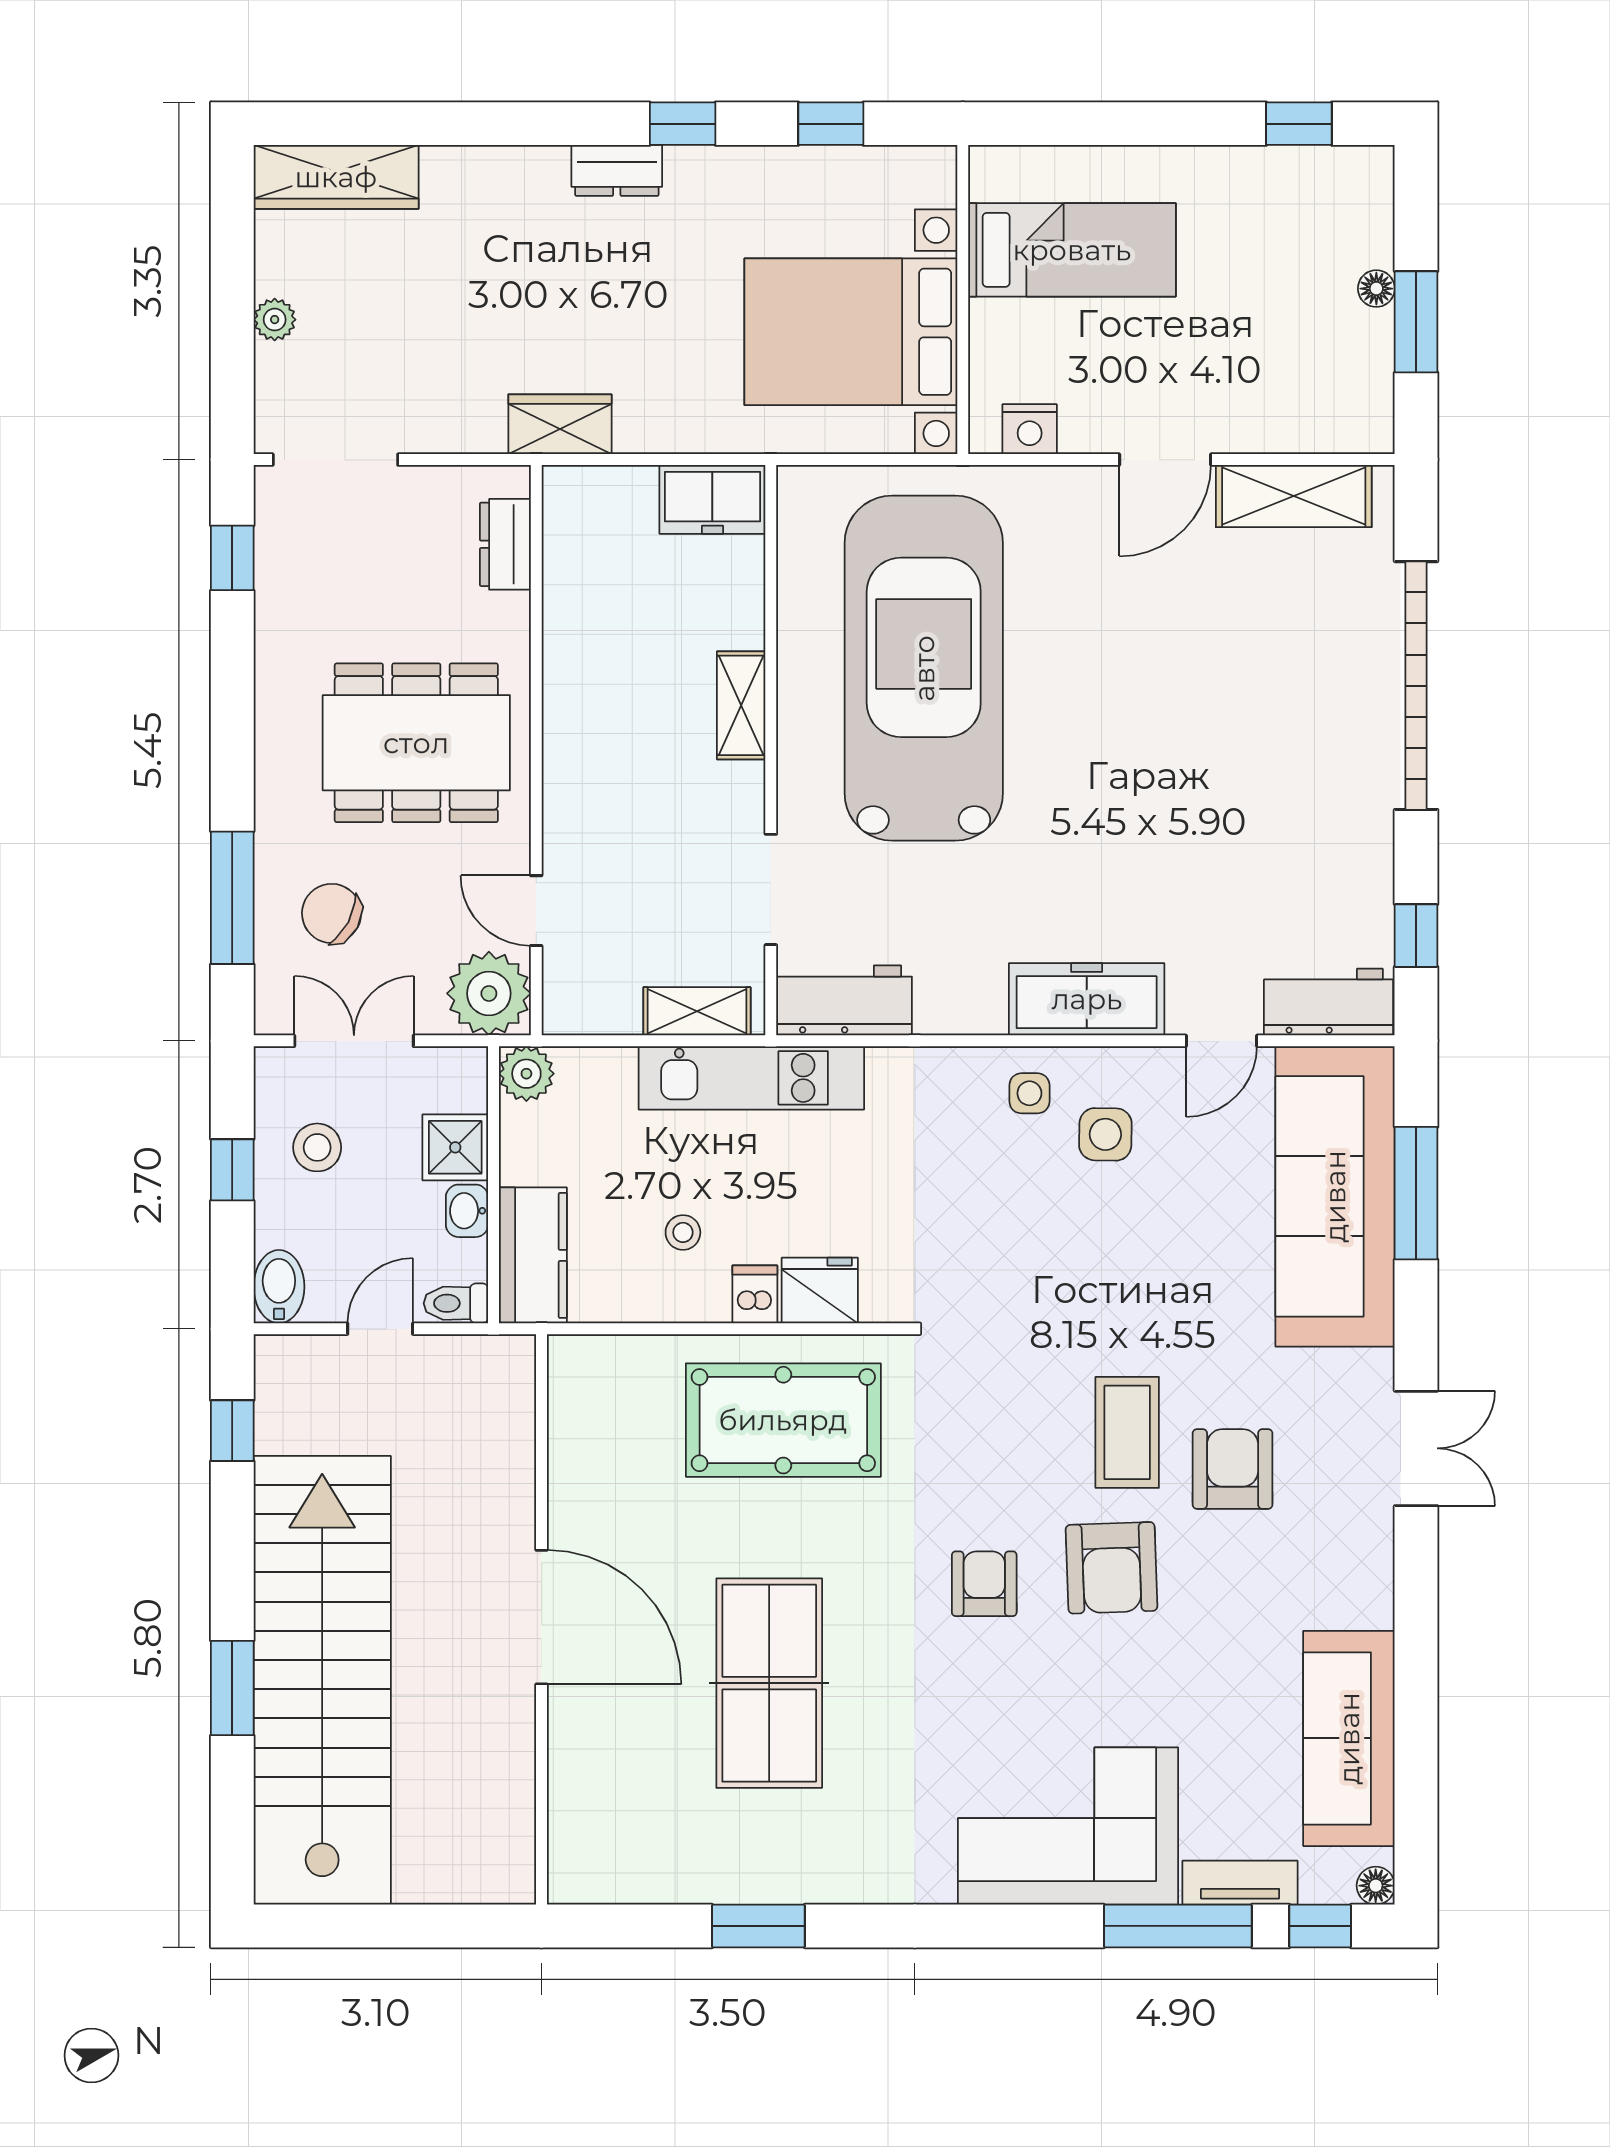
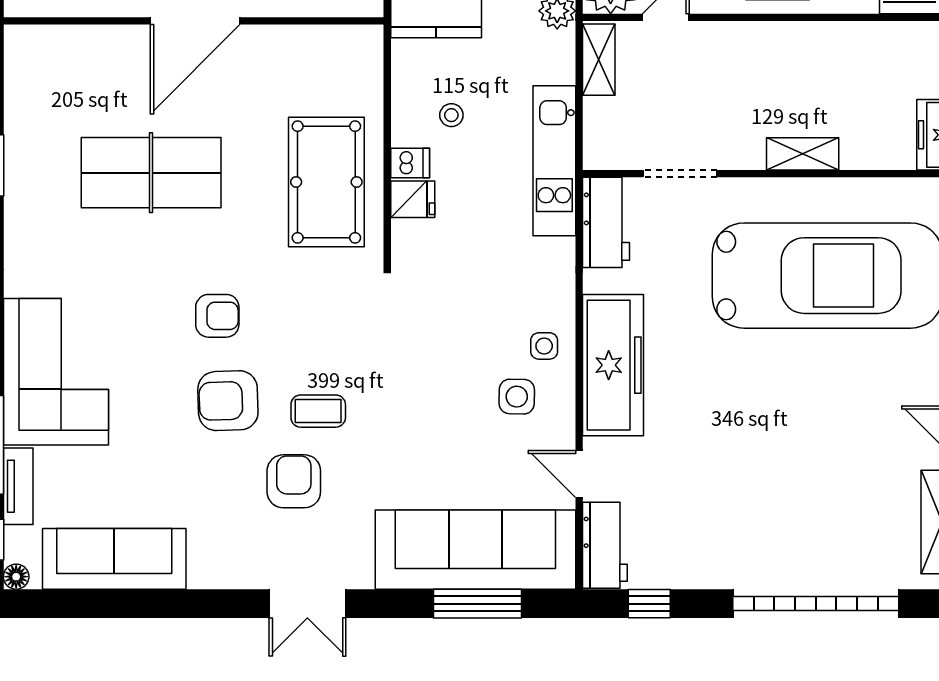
freezer: (1087, 999) -> (613, 365), width x1.36, depth x1.26
shelving: (697, 1011) -> (599, 60), moved
fridge: (820, 1291) -> (413, 199), width x0.72
coffee table: (1127, 1432) -> (318, 411), width x0.73, depth x0.77
armchair: (1233, 1469) -> (294, 481), turned -90

